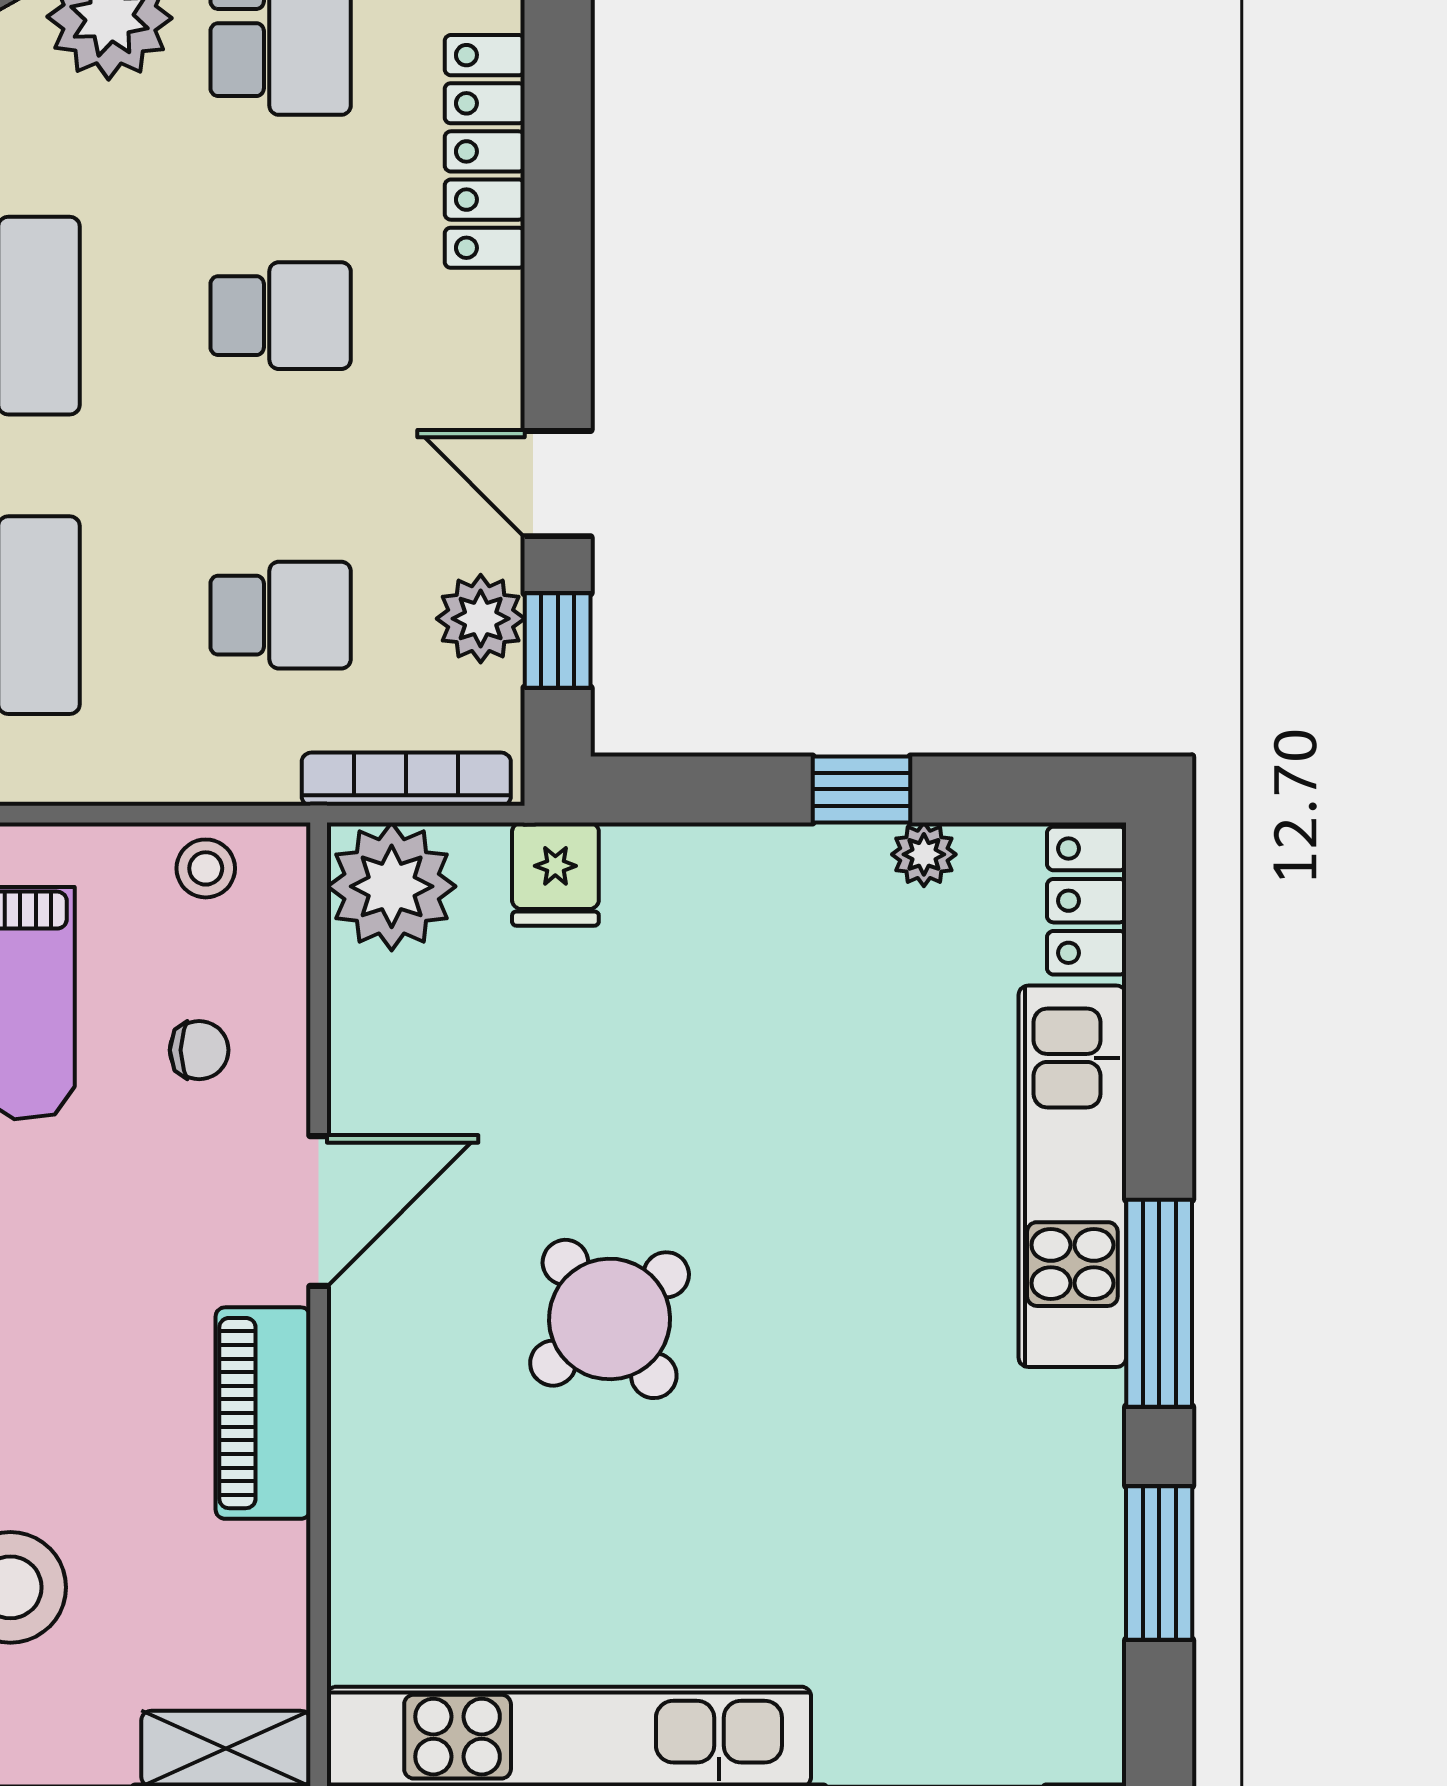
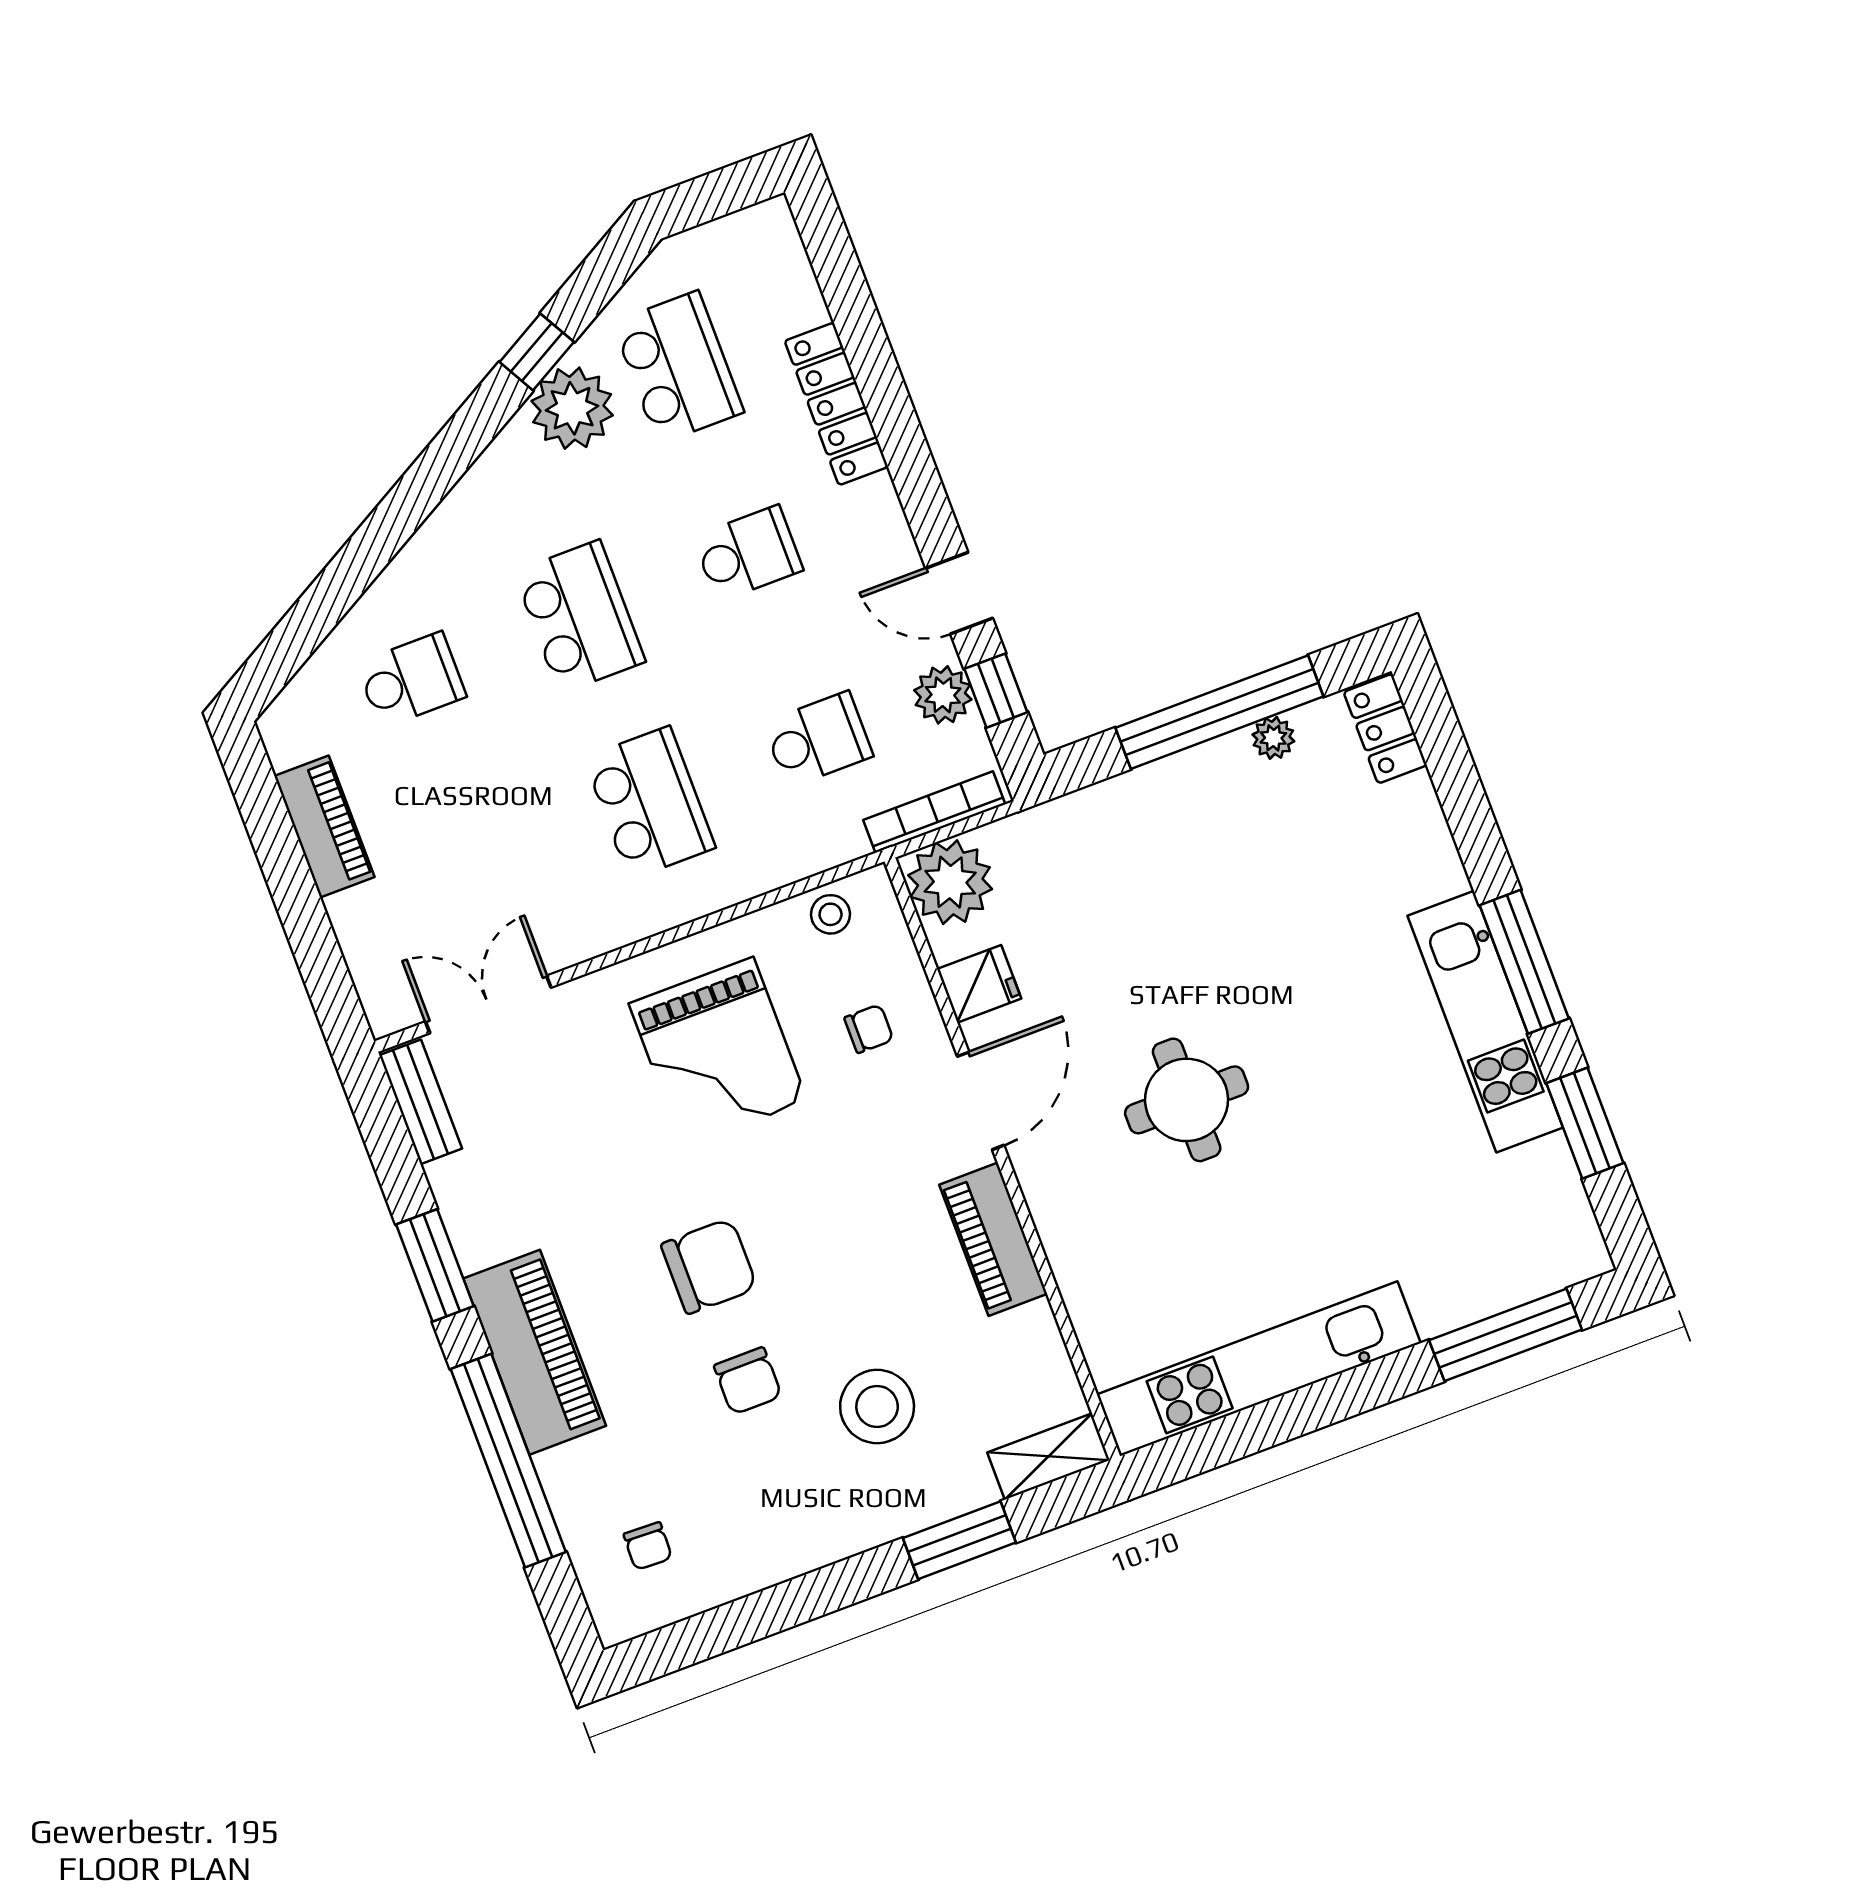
window: (862, 789) -> (1219, 712), width x3.17
fridge: (555, 874) -> (979, 984), moved, turned -90
kitchen unit: (1072, 1176) -> (1485, 1022), moved
round table: (610, 1319) -> (1187, 1100), turned 38

